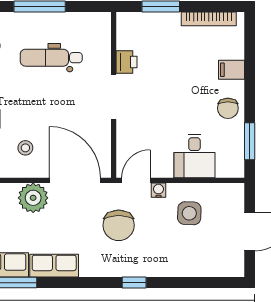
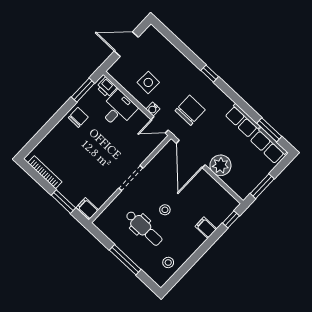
printer: (127, 62) -> (107, 87), moved, turned -90
filing cabinet: (231, 70) -> (87, 209), moved, turned 180
stool: (25, 148) -> (165, 210), moved

